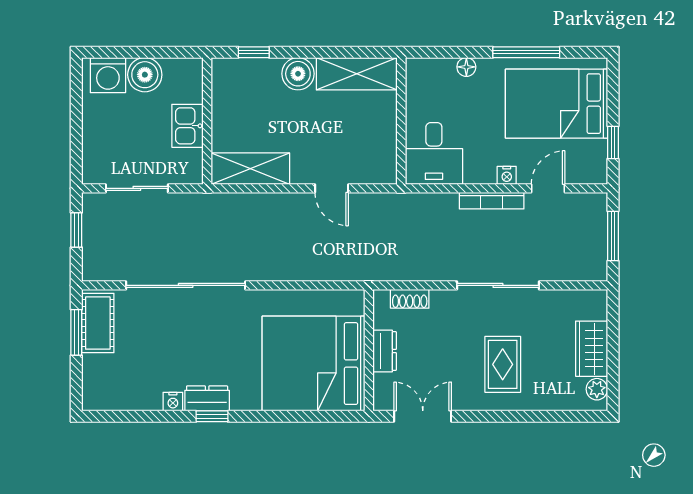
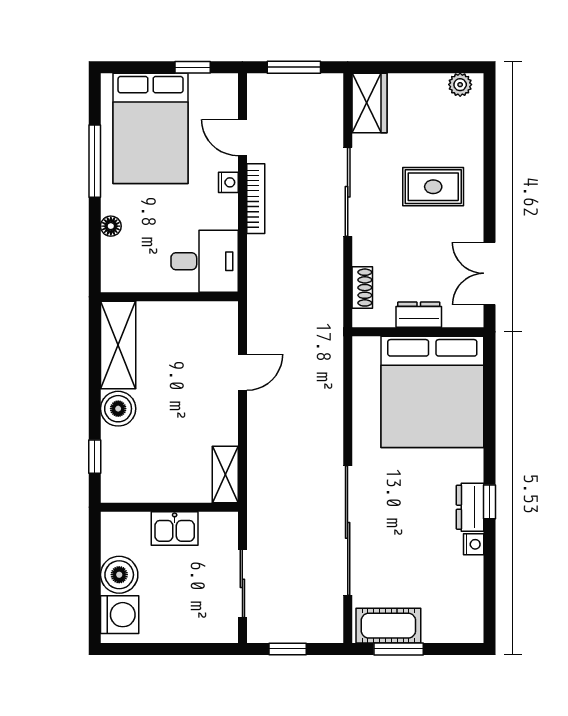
shelving: (250, 169) -> (225, 474), width x0.67, depth x0.75
wardrobe: (592, 349) -> (369, 103), moved, turned -90

